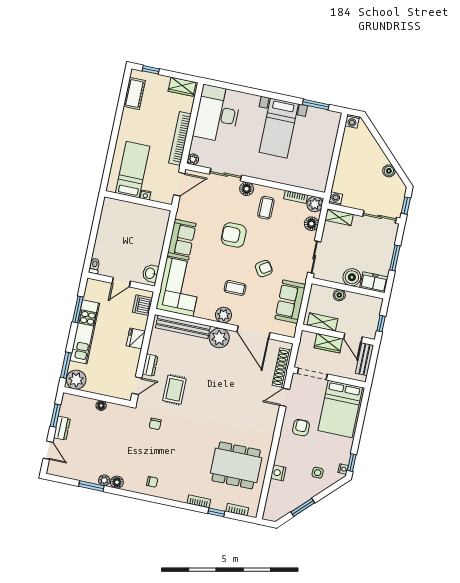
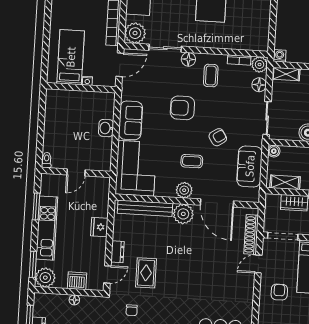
plant: (193, 159) -> (135, 33), width x1.88, depth x1.88
washbasin: (150, 273) -> (106, 128), moved
boiler: (339, 295) -> (274, 151), moved
dishwasher: (142, 305) -> (77, 281), moved, turned 90

